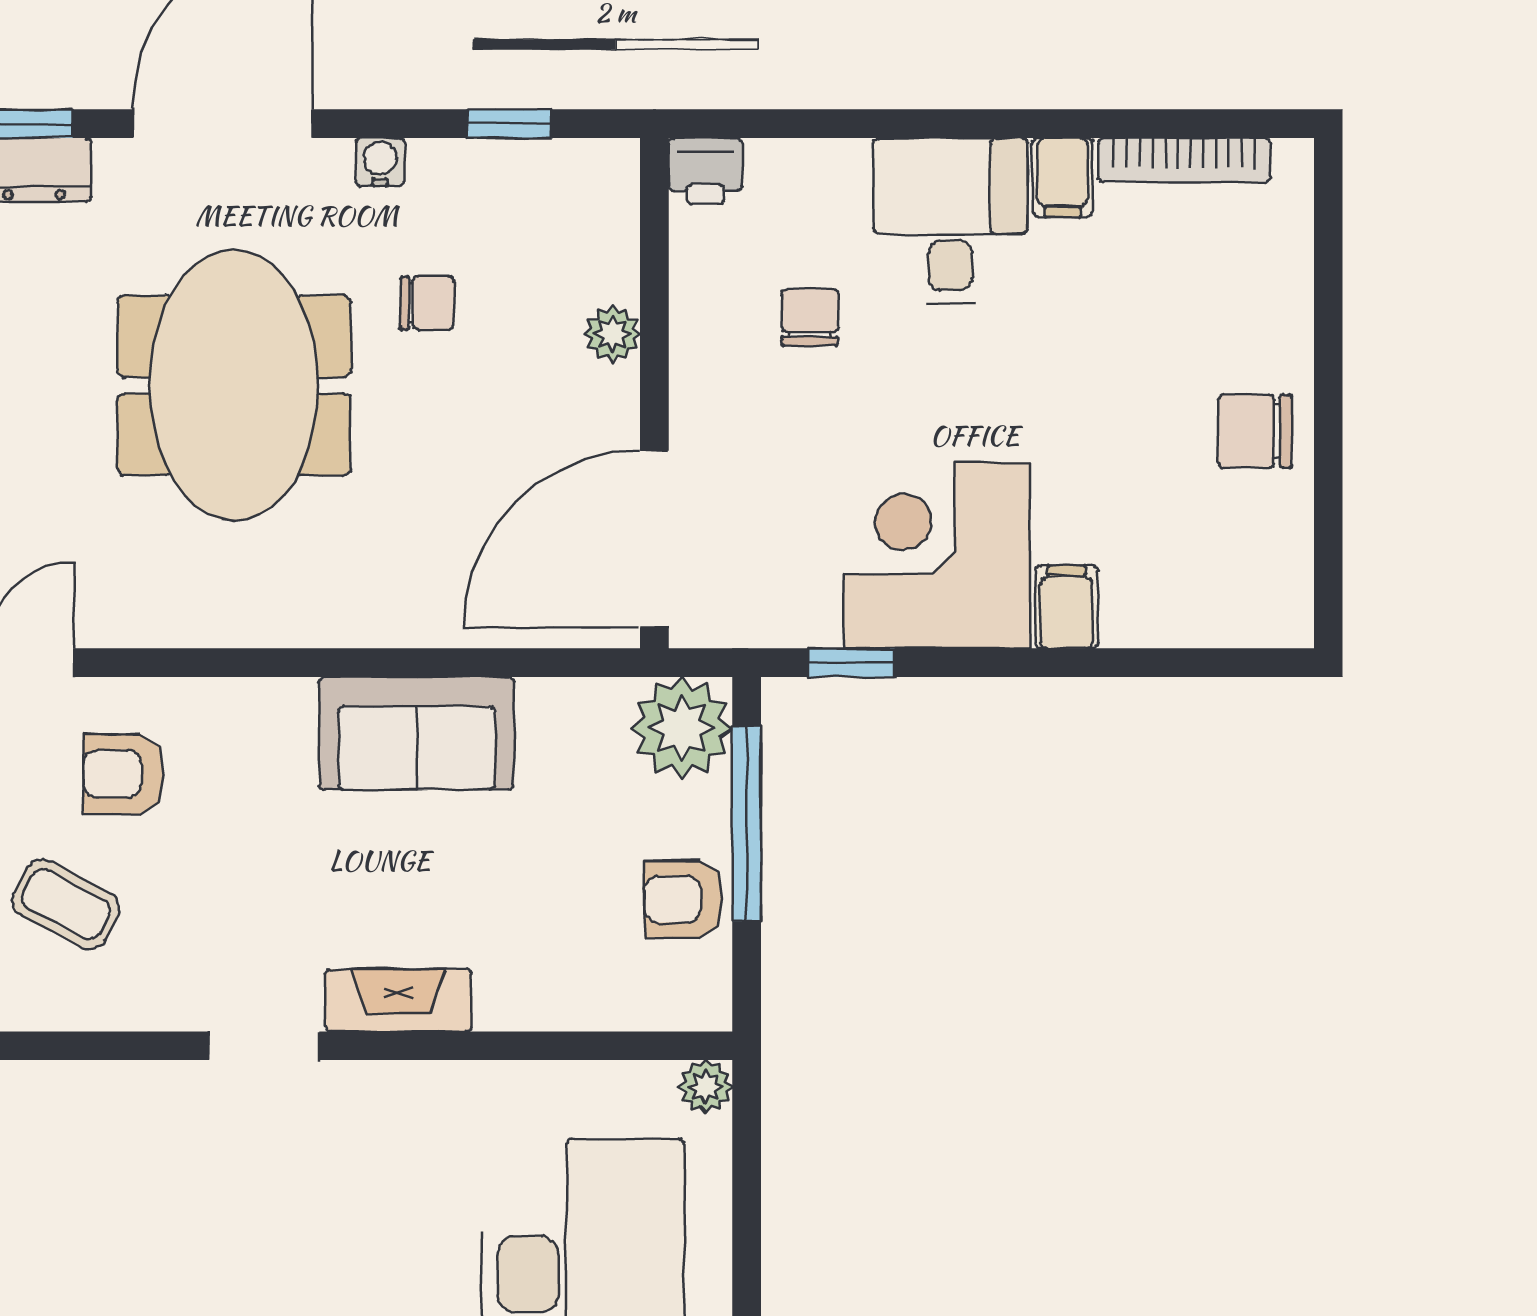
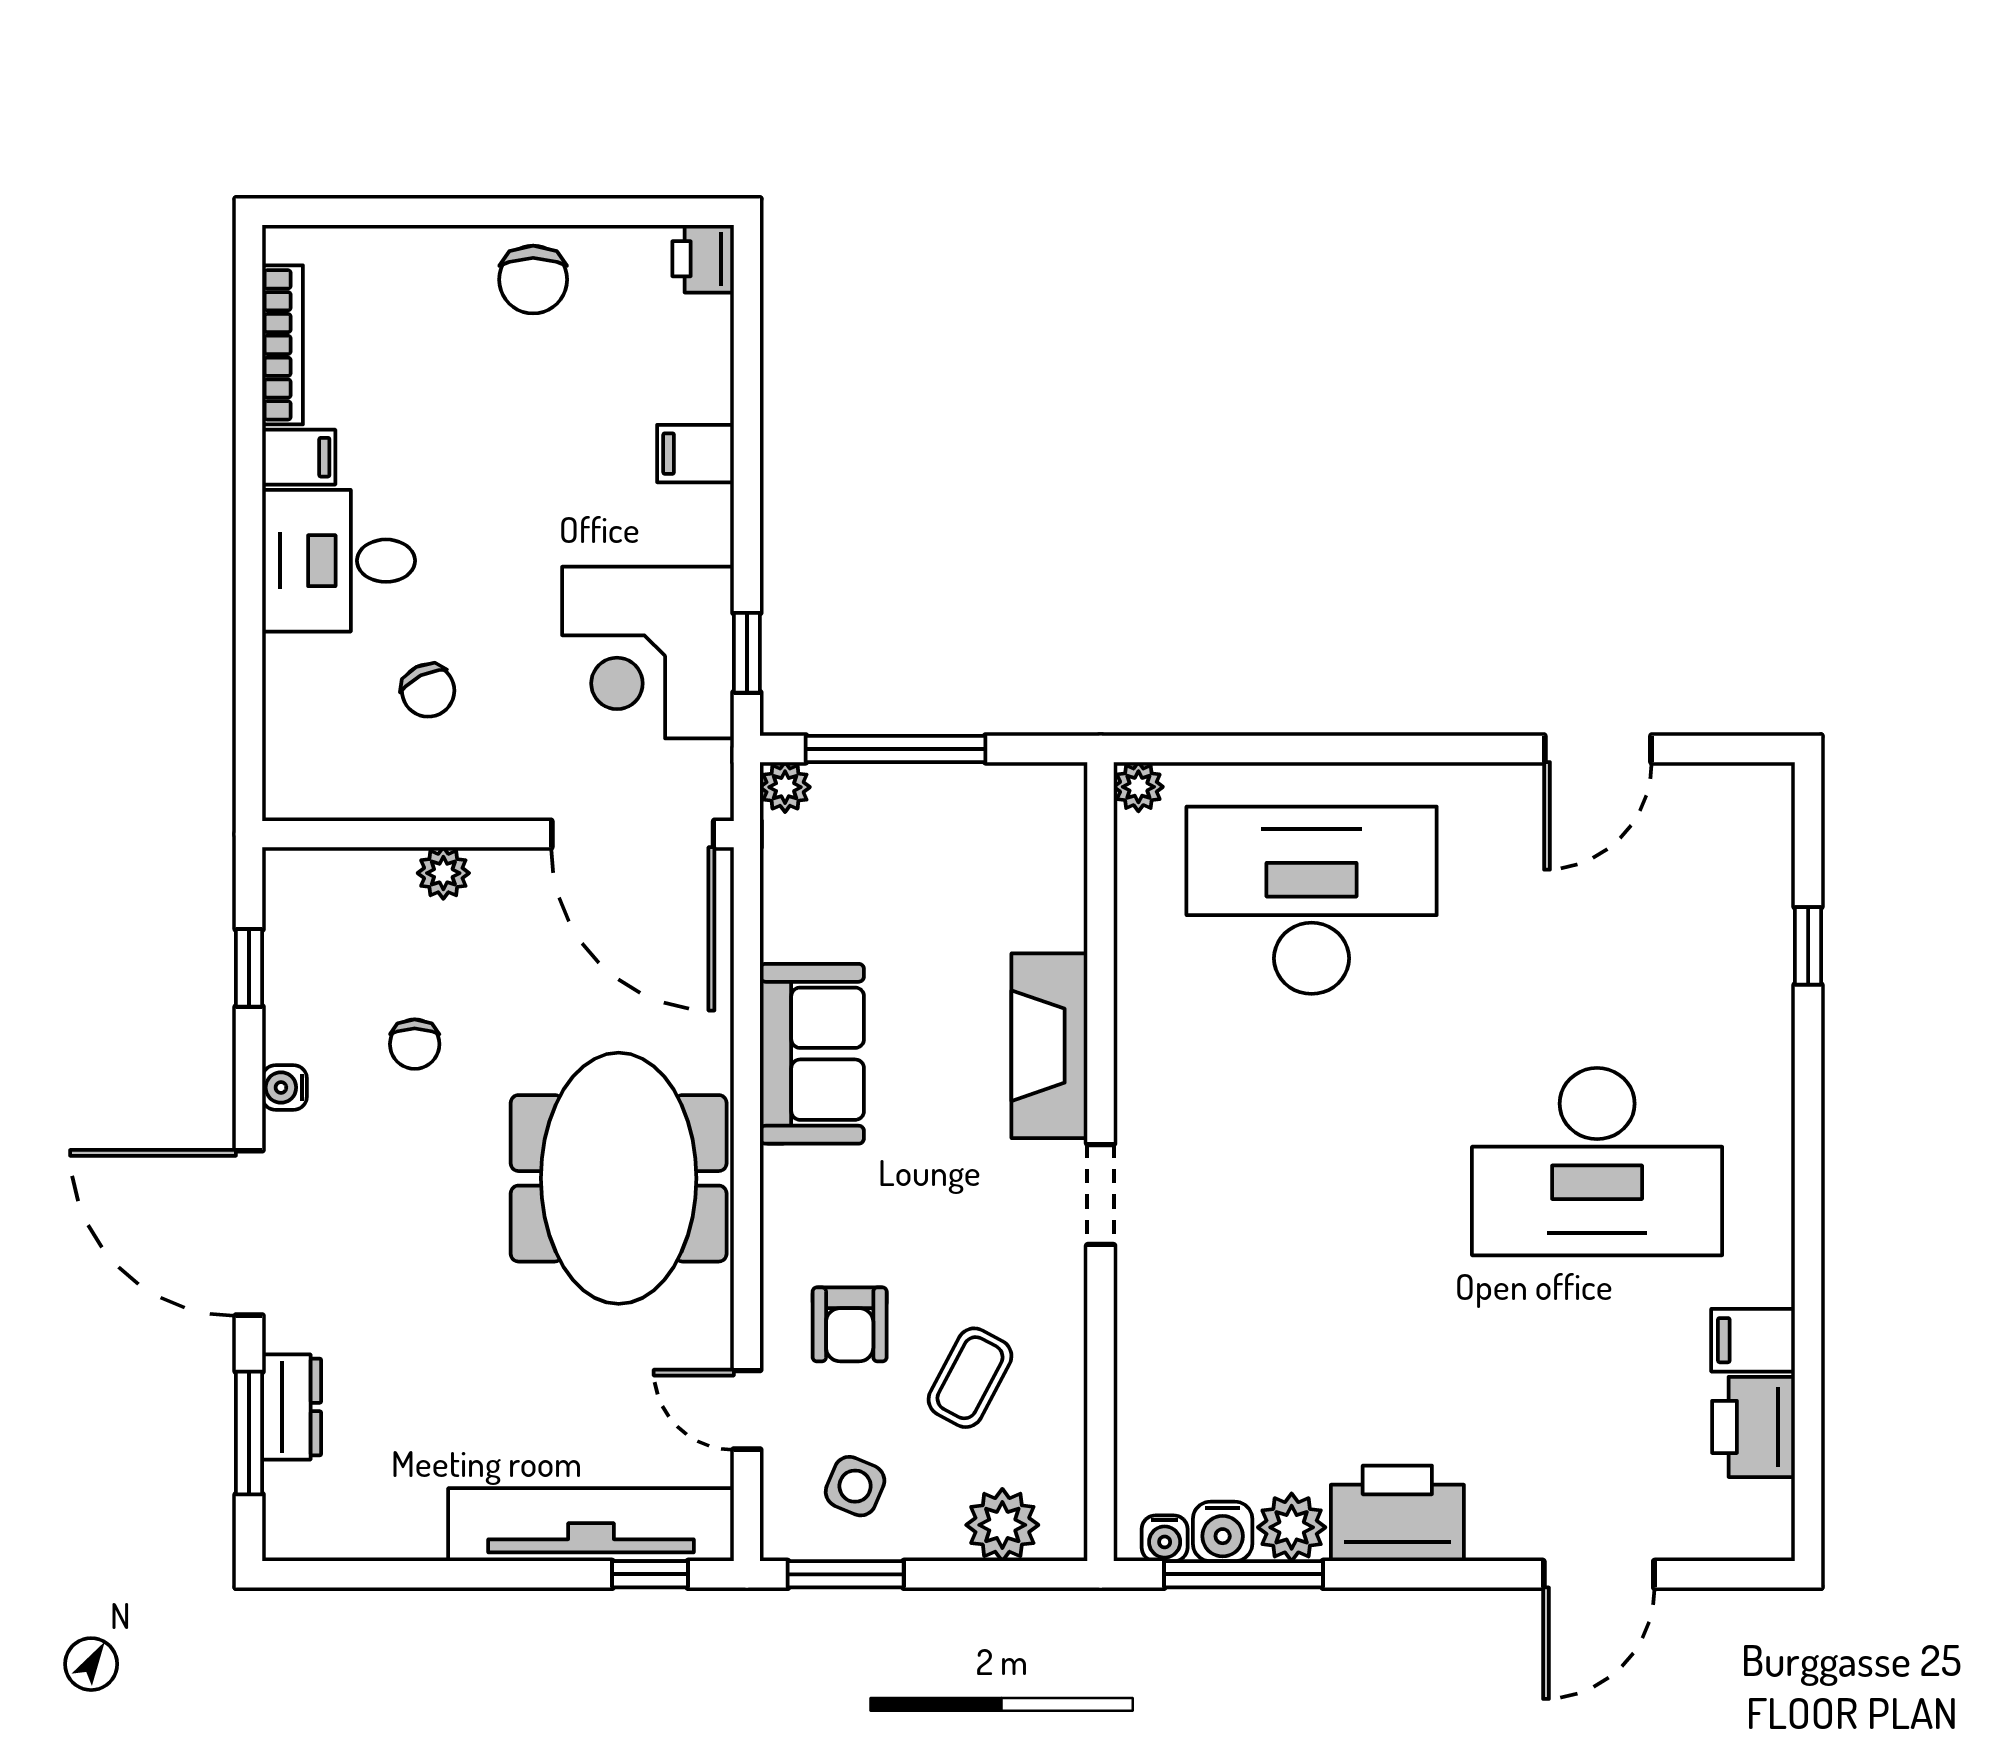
printer: (705, 171) -> (703, 259), moved, turned 180
chair: (427, 303) -> (415, 1044), turned 180
chair: (810, 317) -> (428, 691), turned -116
meeting table: (234, 385) -> (619, 1178), moved, turned 90
corner desk: (937, 555) -> (648, 653), moved
plant: (682, 728) -> (785, 787), width x0.53, depth x0.53
armchair: (683, 899) -> (965, 807), removed
fireplace: (398, 1000) -> (1049, 1046), width x1.37, depth x1.32

